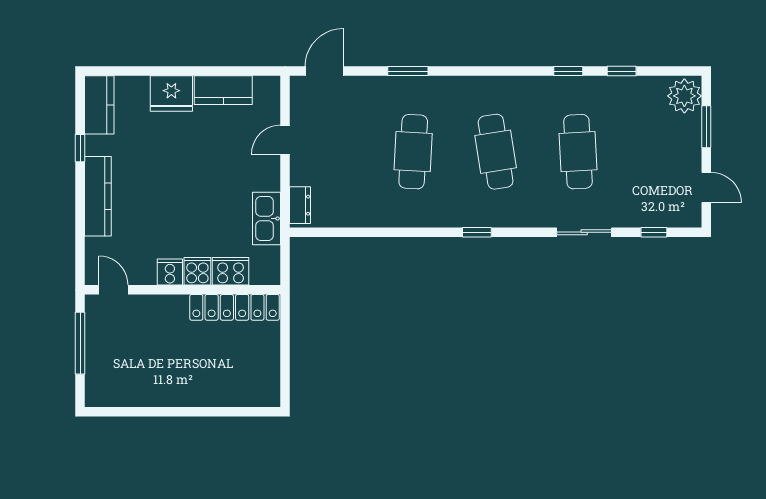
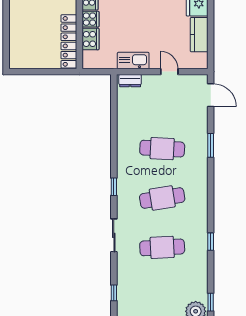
window: (622, 71) -> (211, 302), moved
kitchen sink: (266, 219) -> (133, 61), moved
sliding door: (584, 232) -> (114, 235), moved

